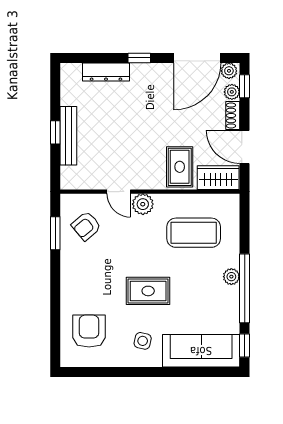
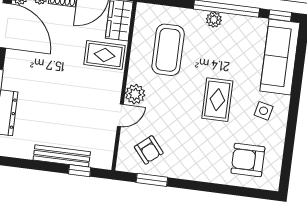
window: (55, 132) -> (80, 171), moved

